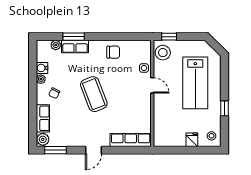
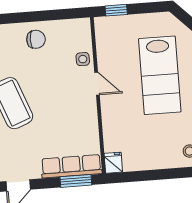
stool: (163, 53) -> (109, 34), removed
fridge: (192, 140) -> (113, 163), moved
window: (133, 150) -> (76, 181), added

